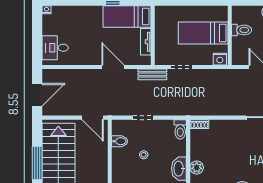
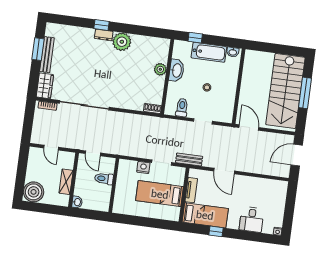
toilet: (242, 30) -> (104, 179), moved
bed: (203, 33) -> (160, 194), moved, turned 180
desk: (55, 48) -> (252, 219), moved, turned 90
nightstand: (220, 59) -> (143, 167), moved
toilet: (180, 129) -> (182, 108), moved
bidet: (120, 141) -> (227, 103), removed

